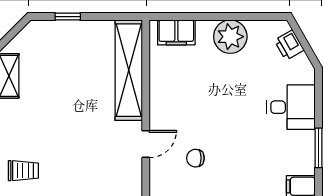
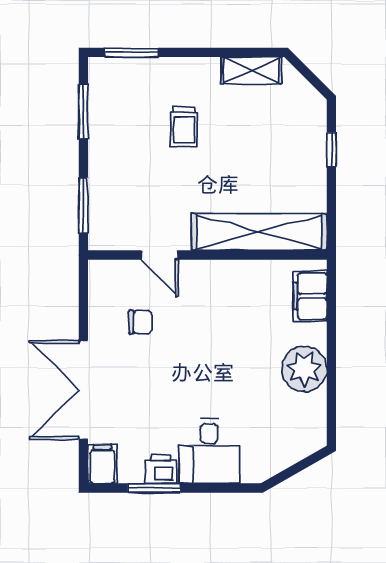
printer: (289, 45) -> (161, 469), moved, turned 30
chair: (195, 158) -> (140, 322), turned 90
trolley: (23, 171) -> (184, 127), moved

